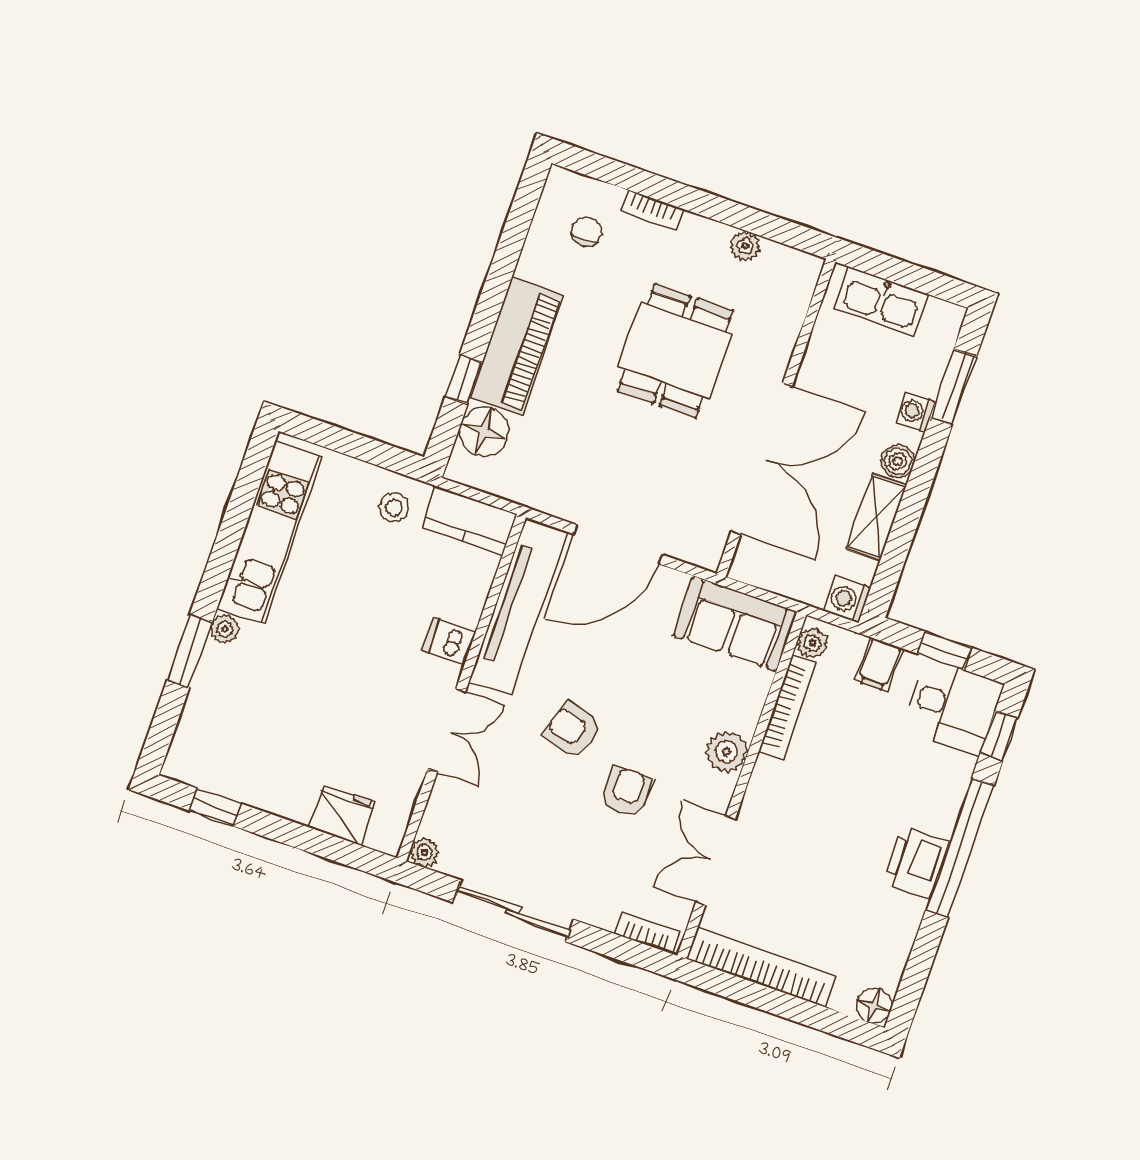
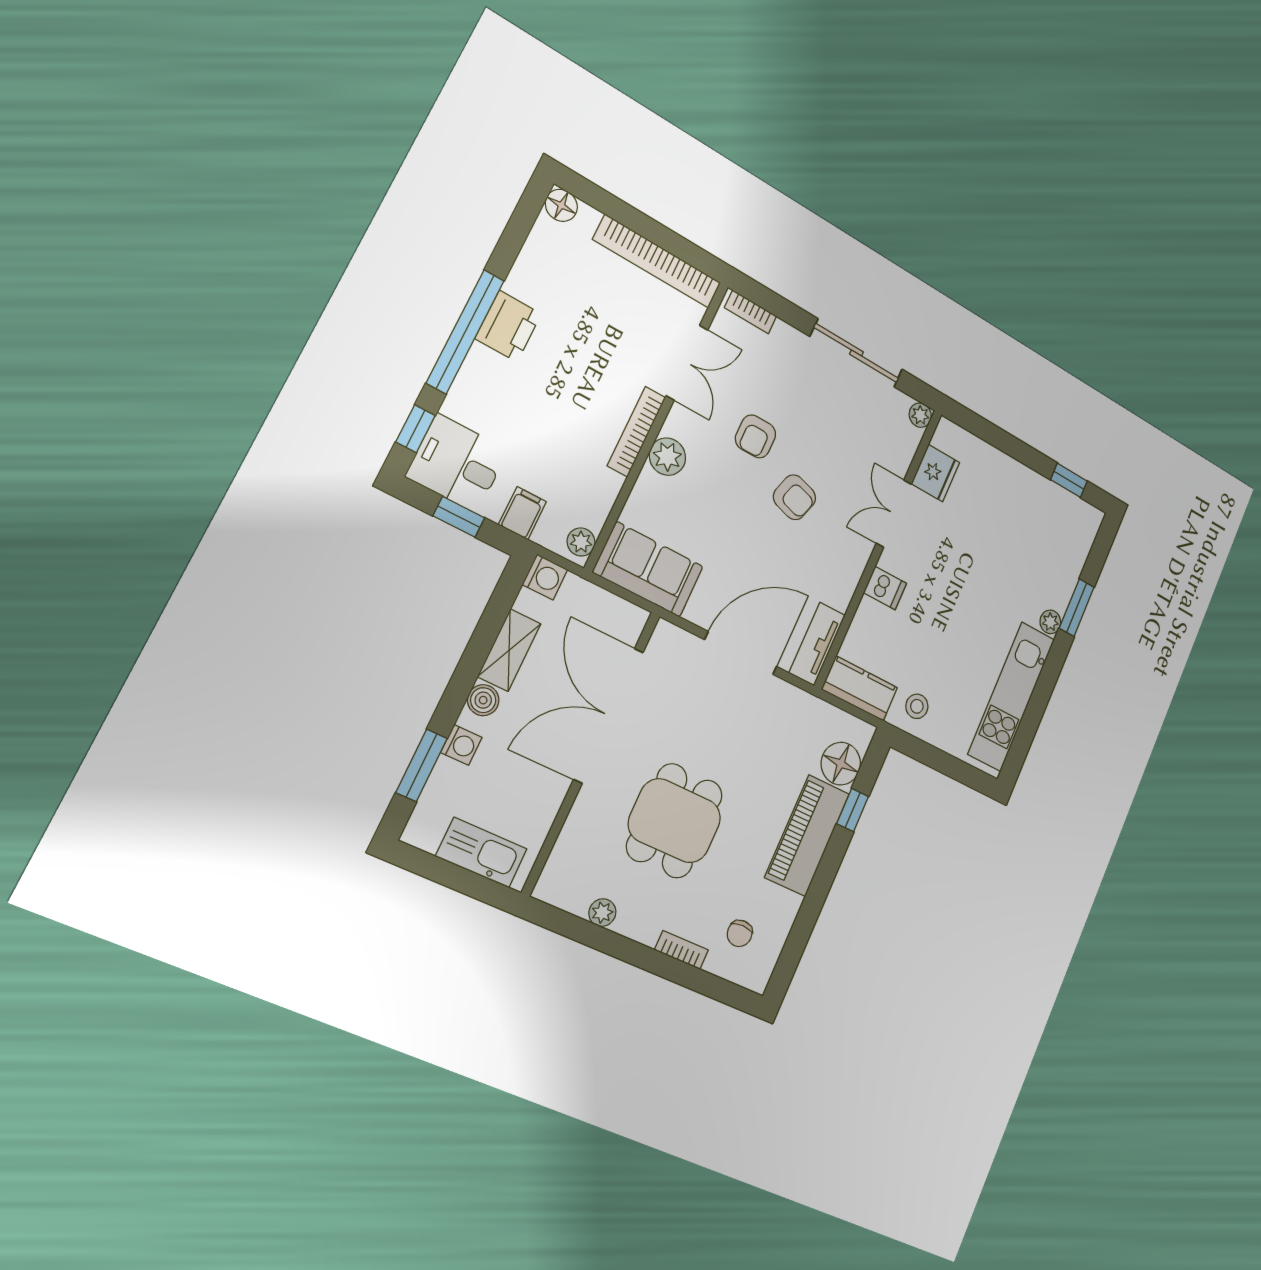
tv unit: (518, 606) -> (817, 644), width x0.52, depth x0.78
bookcase: (788, 707) -> (637, 431), moved
fridge: (342, 815) -> (935, 473), moved, turned -90

